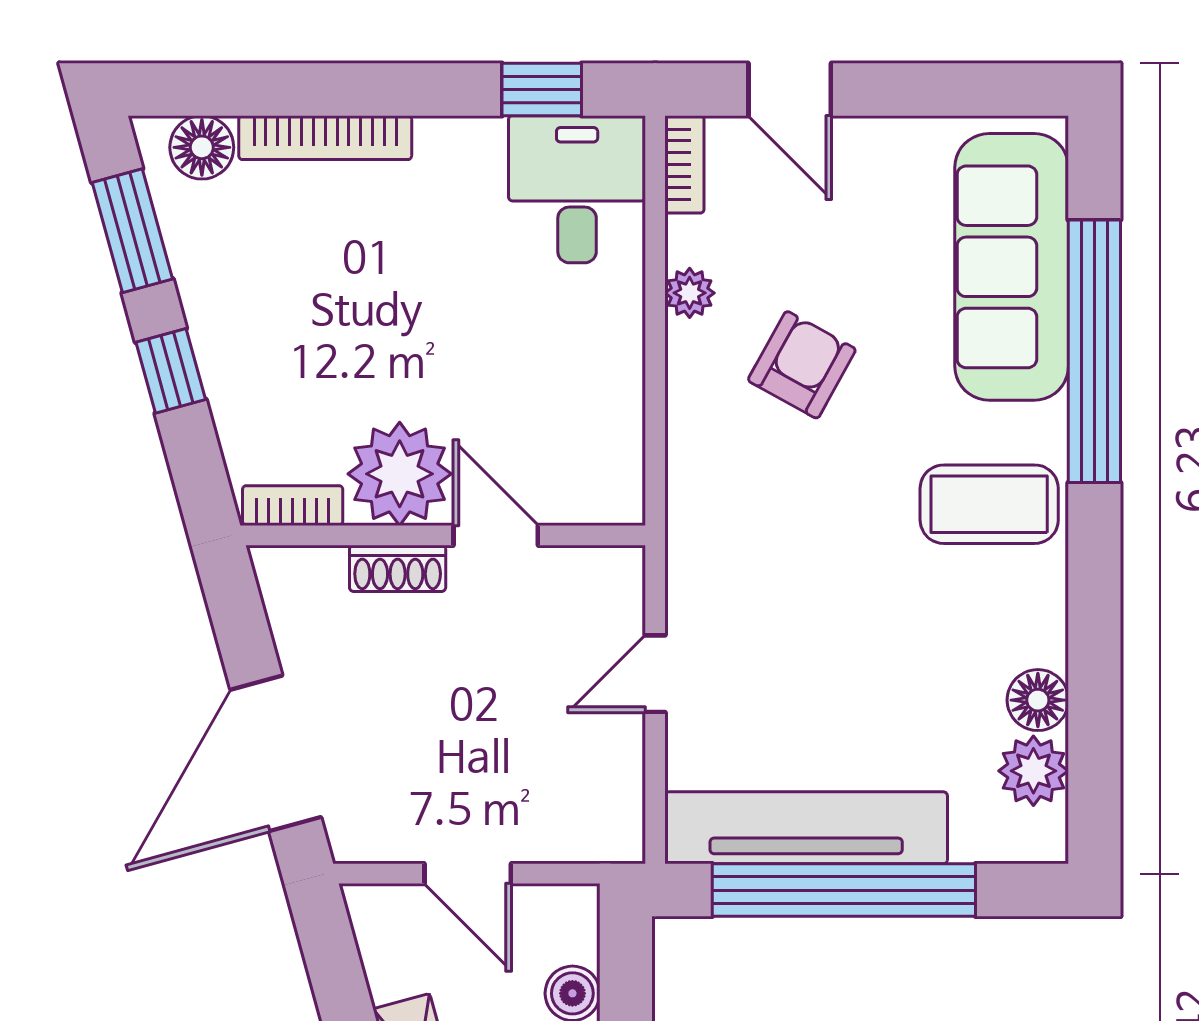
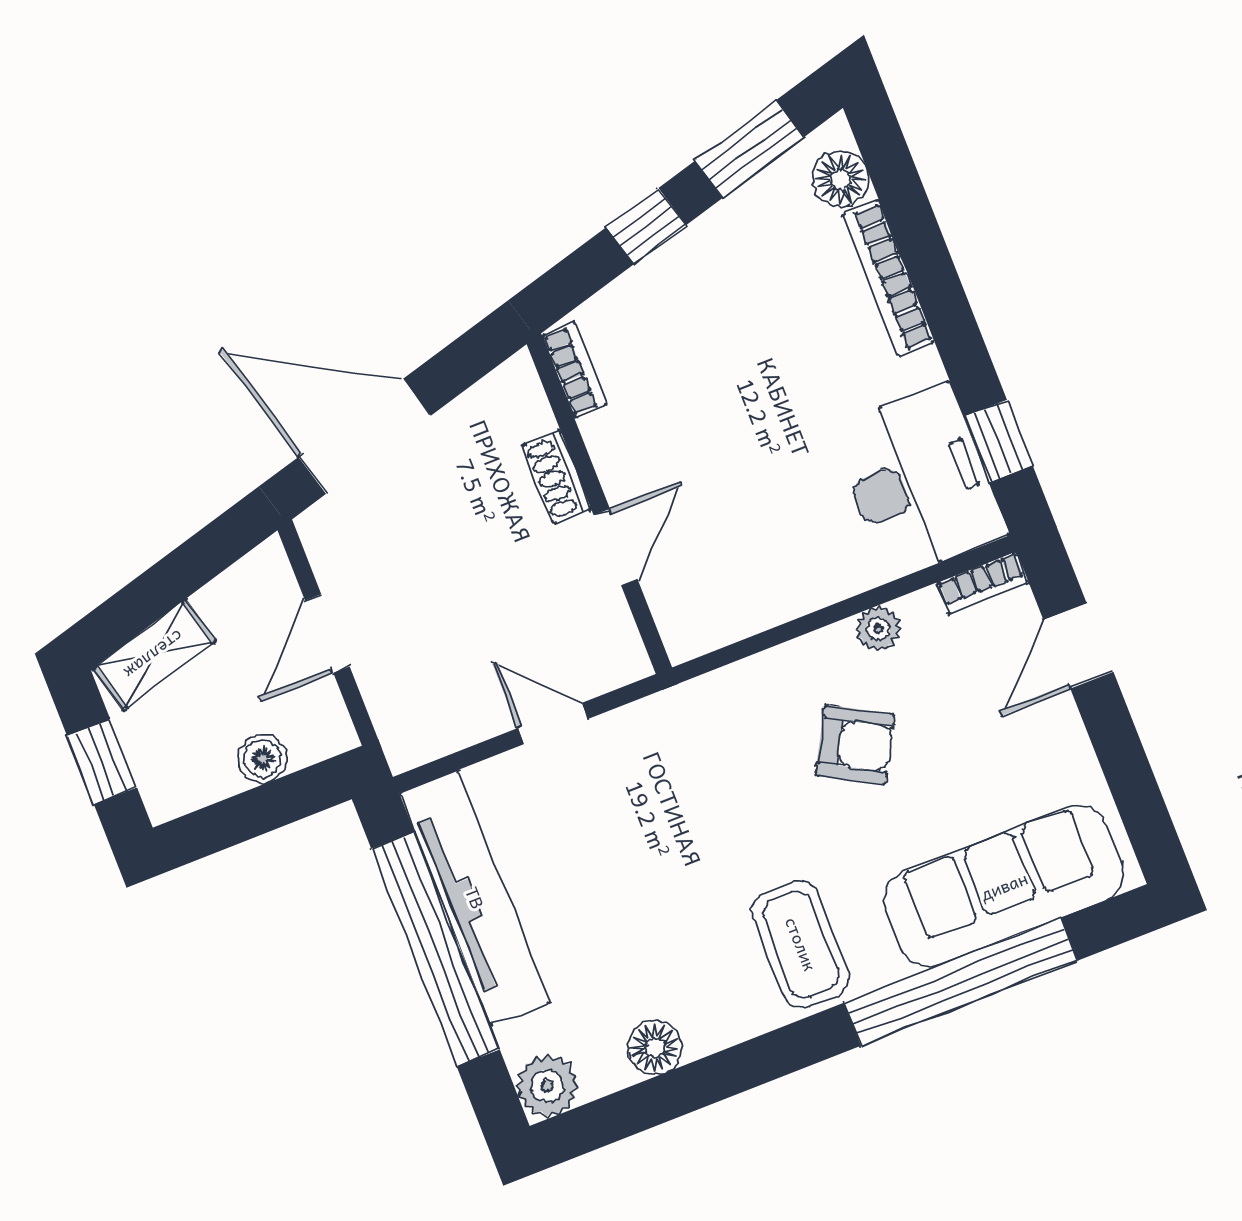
desk: (577, 189) -> (919, 481), width x1.37
plant: (400, 474) -> (635, 448), removed
plant: (1033, 771) -> (547, 1086), moved

